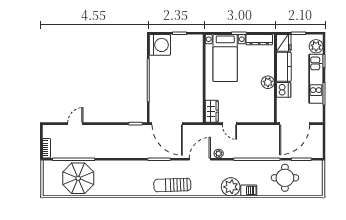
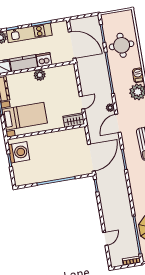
washing machine: (160, 45) -> (19, 152), moved, turned 90
door: (75, 124) -> (105, 239), swing flipped
door: (200, 159) -> (118, 123), hinge flipped

